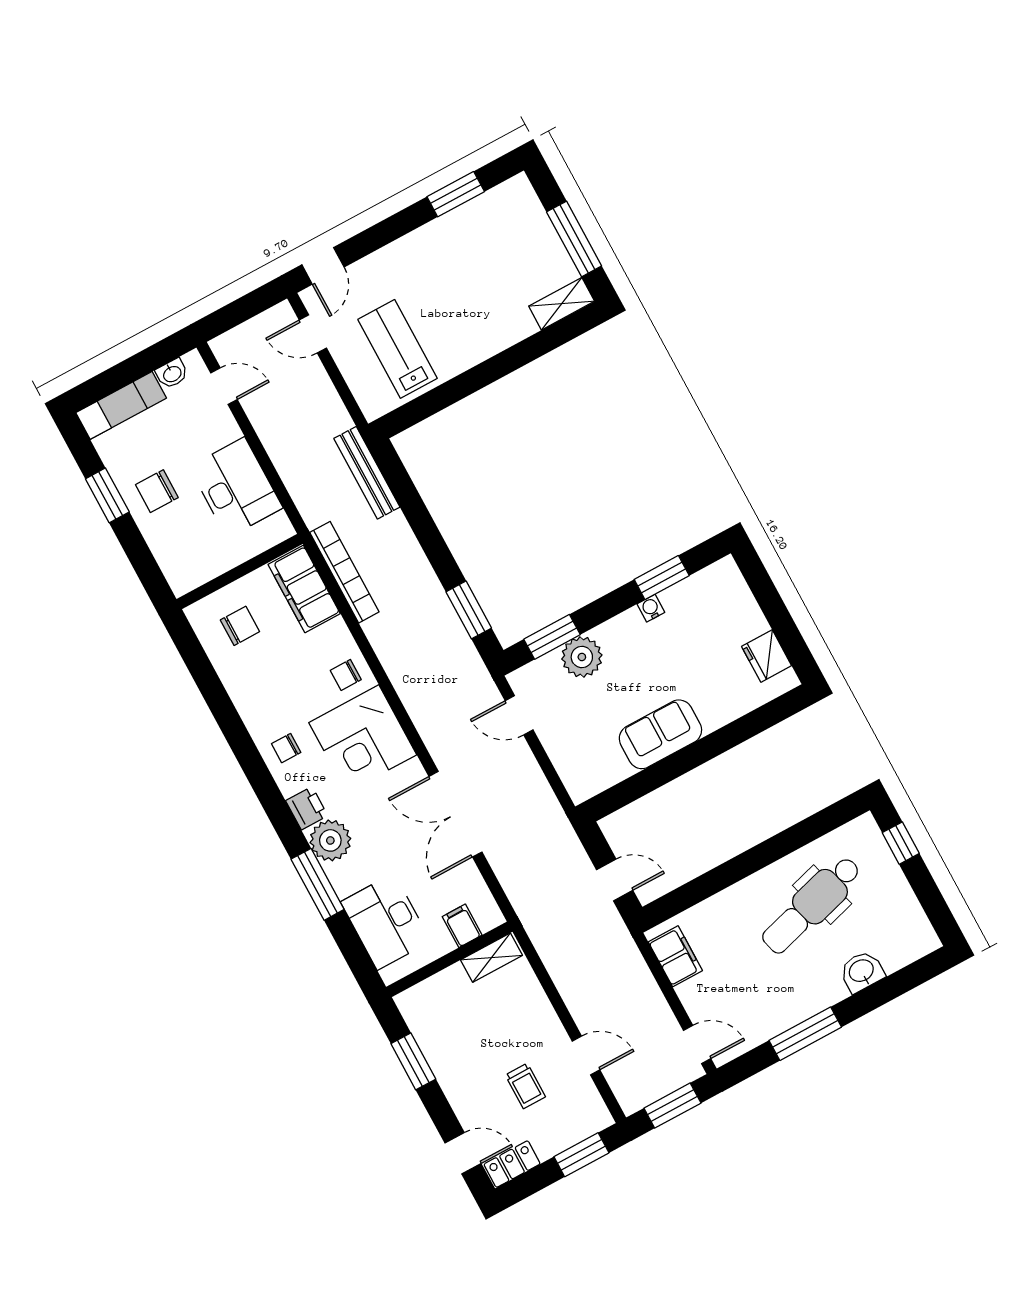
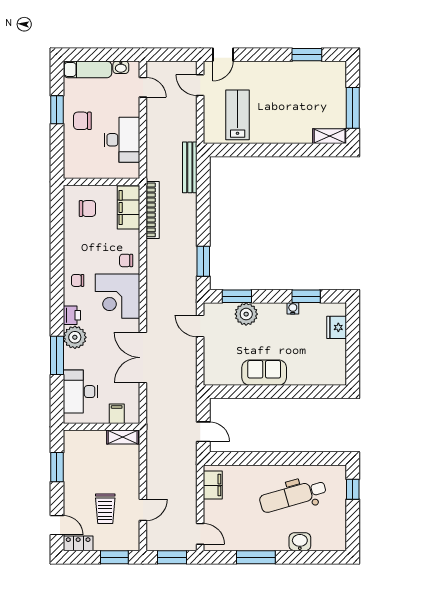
fridge: (767, 656) -> (337, 327), moved
door: (586, 1056) -> (143, 510), hinge flipped
trolley: (525, 1086) -> (105, 509), width x1.36, depth x1.39

